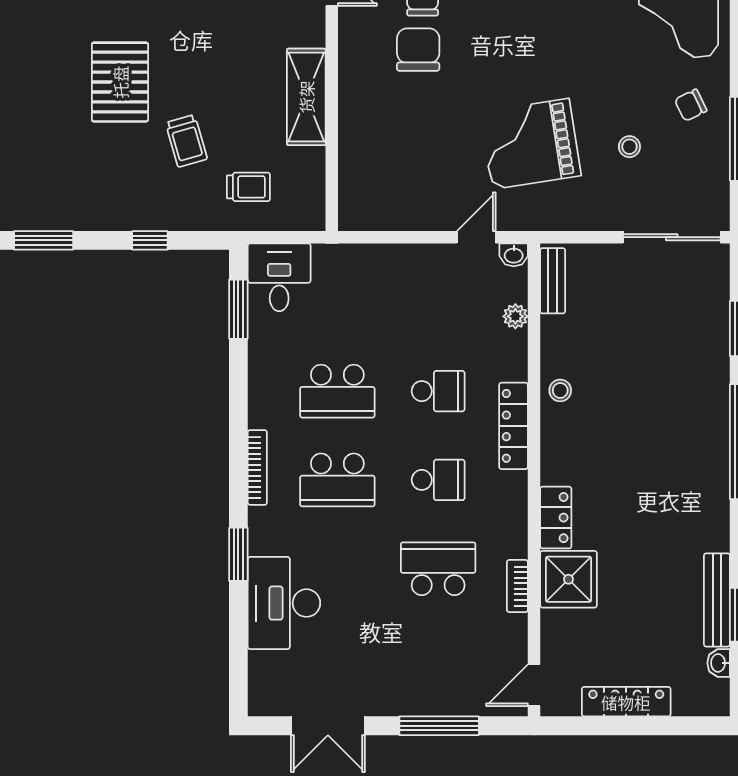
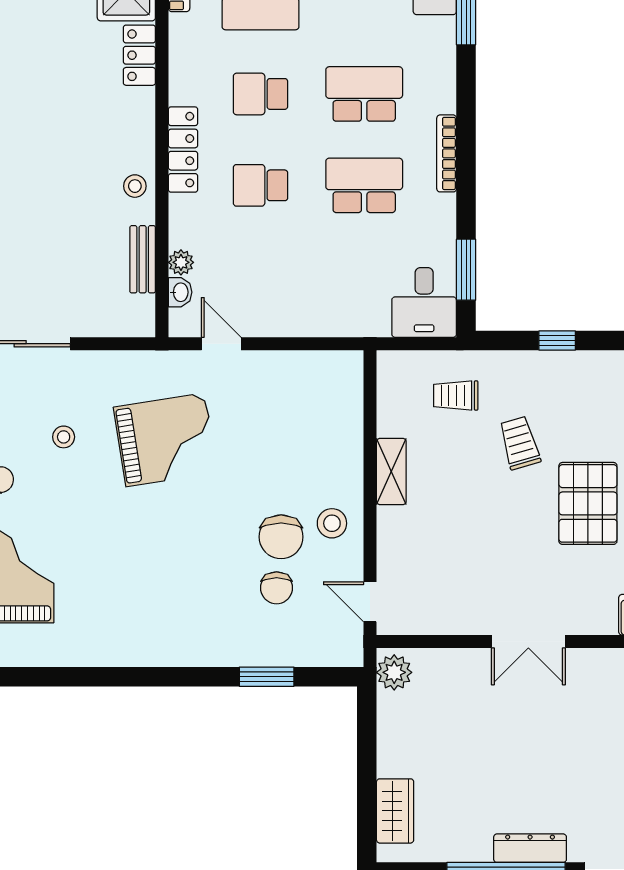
stool: (369, 63) -> (332, 523), added
shelving: (306, 97) -> (391, 472), width x0.67, depth x0.75
door: (476, 237) -> (221, 344), swing flipped
washbasin: (514, 255) -> (180, 292), moved, turned 90
bench: (553, 281) -> (143, 259), moved
bookcase: (257, 468) -> (447, 153), moved

